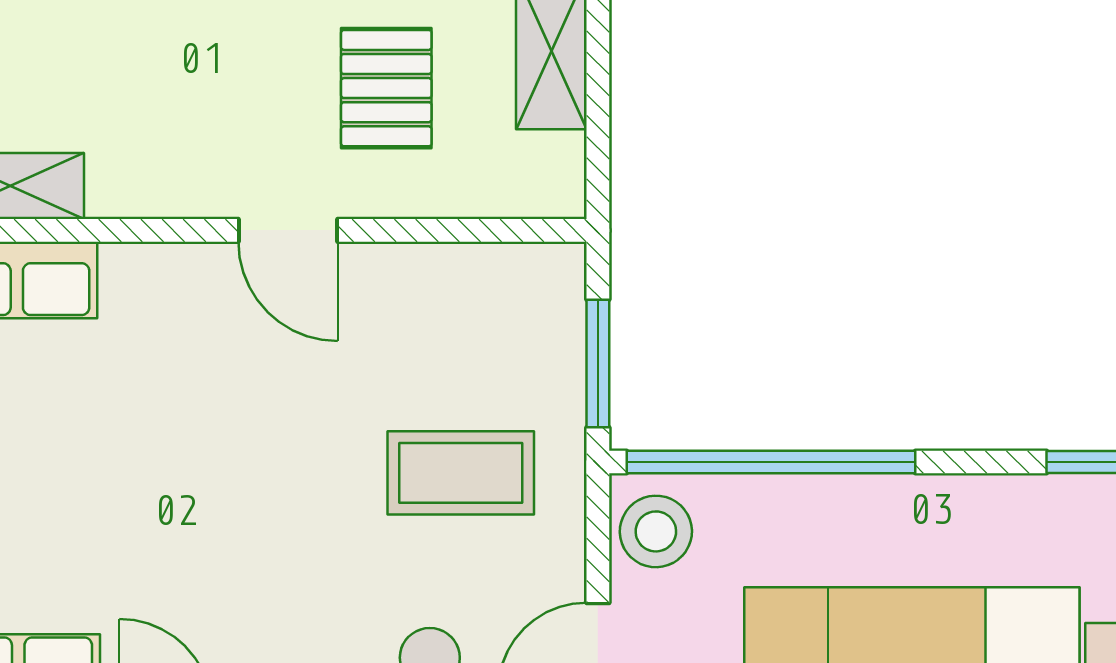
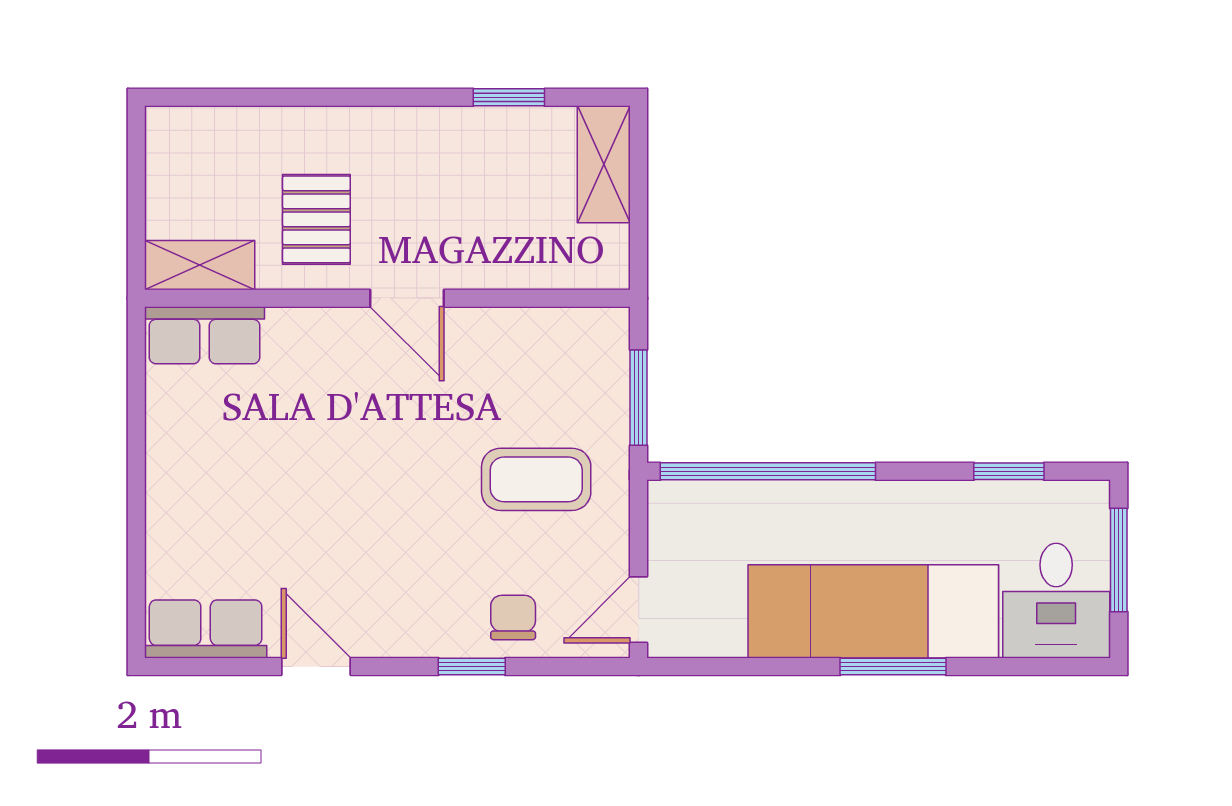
pallet: (386, 88) -> (316, 219), moved
stool: (656, 531) -> (682, 523), removed

